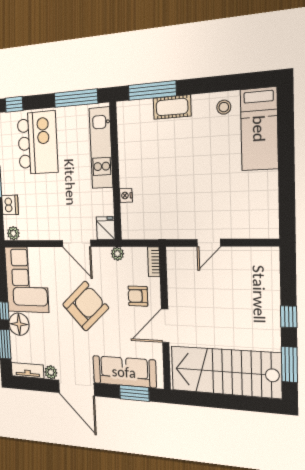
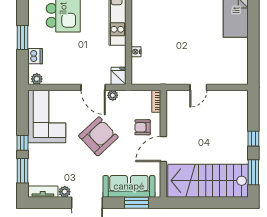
plant: (117, 254) -> (113, 95), moved
floor lamp: (19, 324) -> (37, 153), removed

